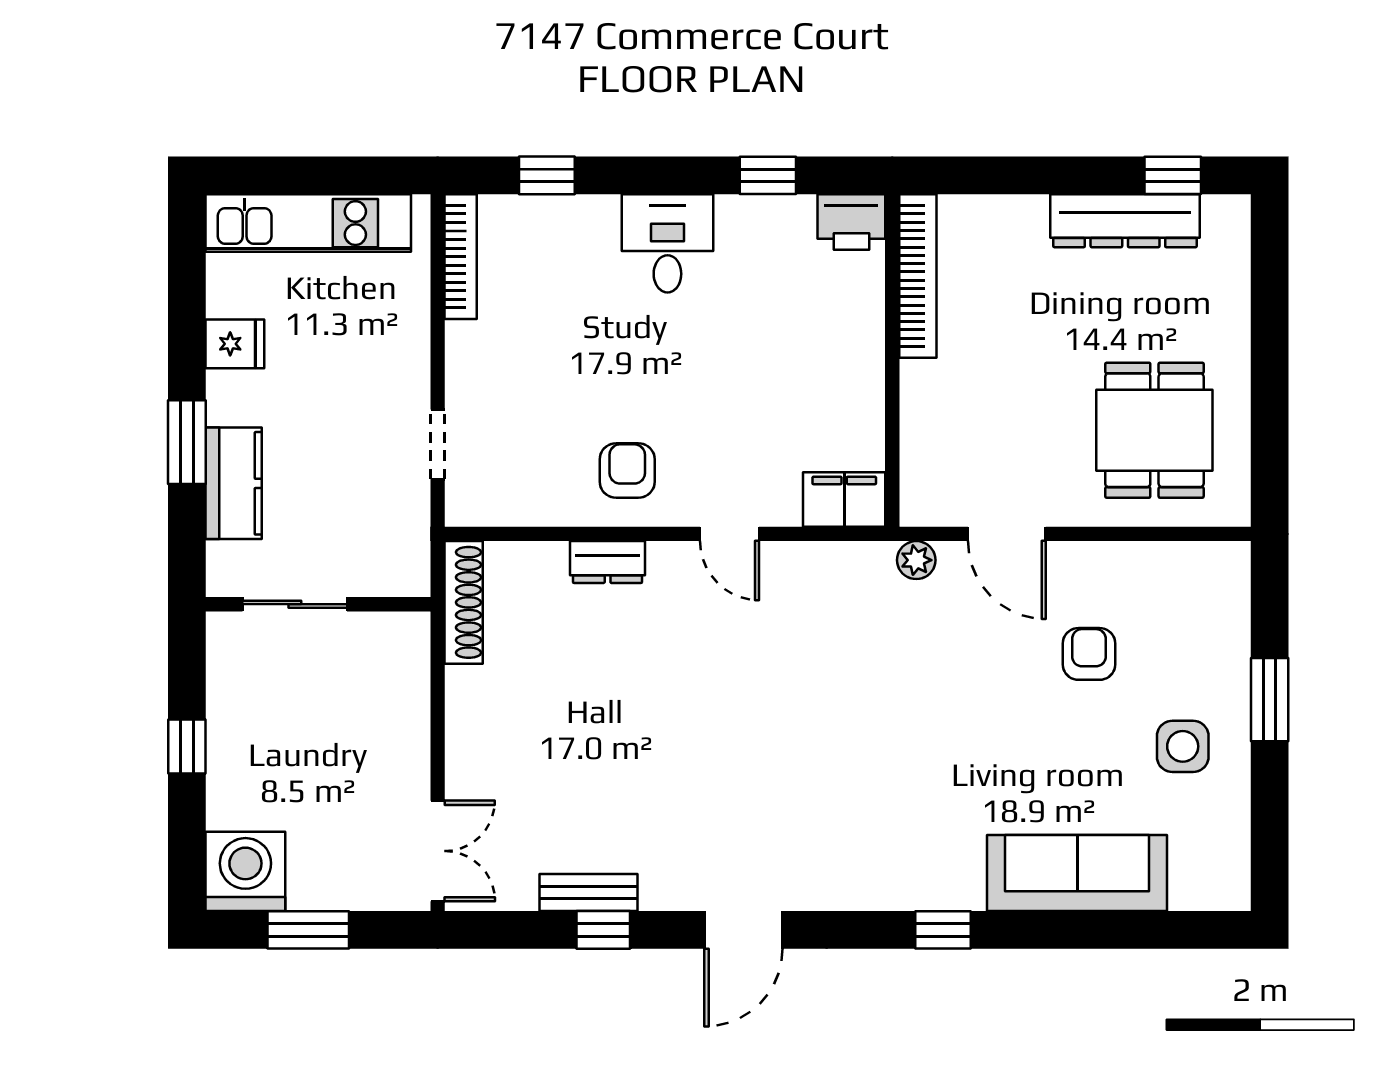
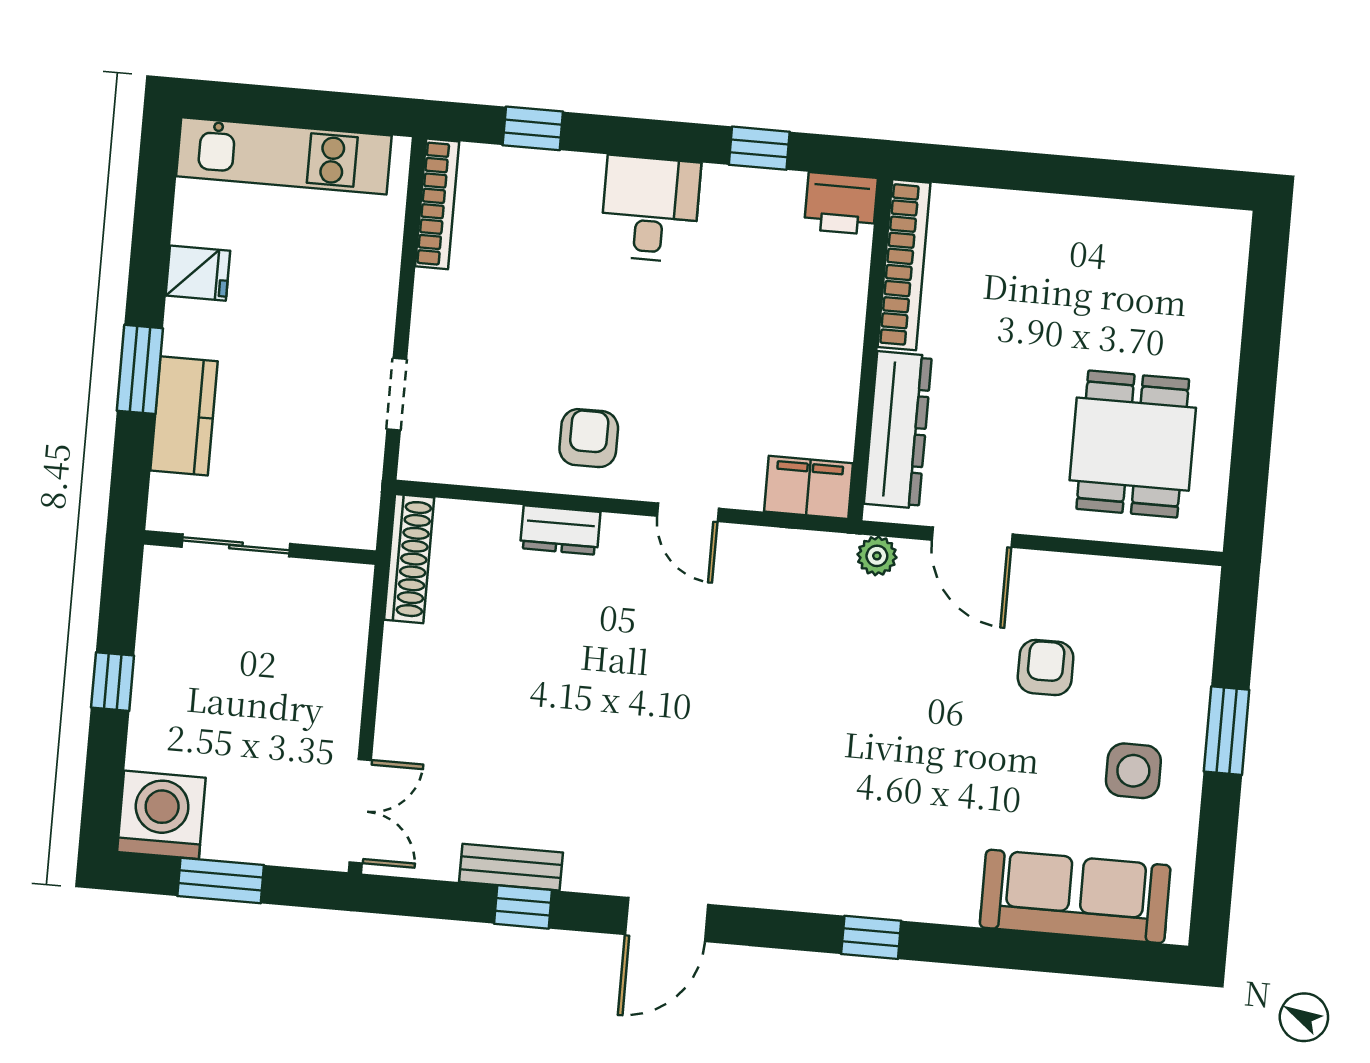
window: (1173, 175) -> (1174, 185), removed
dresser: (1125, 221) -> (898, 430), moved, turned -90
sofa: (1077, 873) -> (1075, 896), moved

